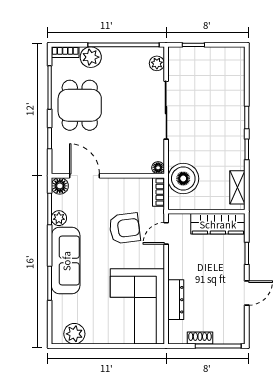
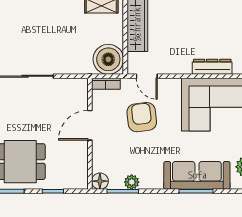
floor lamp: (158, 168) -> (82, 84), removed
door: (85, 176) -> (90, 125), moved
boiler: (183, 179) -> (108, 59), moved
sofa: (66, 261) -> (197, 175), moved

